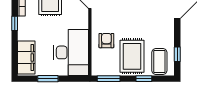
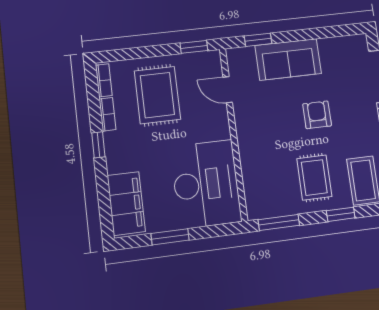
armchair: (106, 41) -> (317, 115), moved
rug: (132, 56) -> (314, 177), width x0.73, depth x0.70

